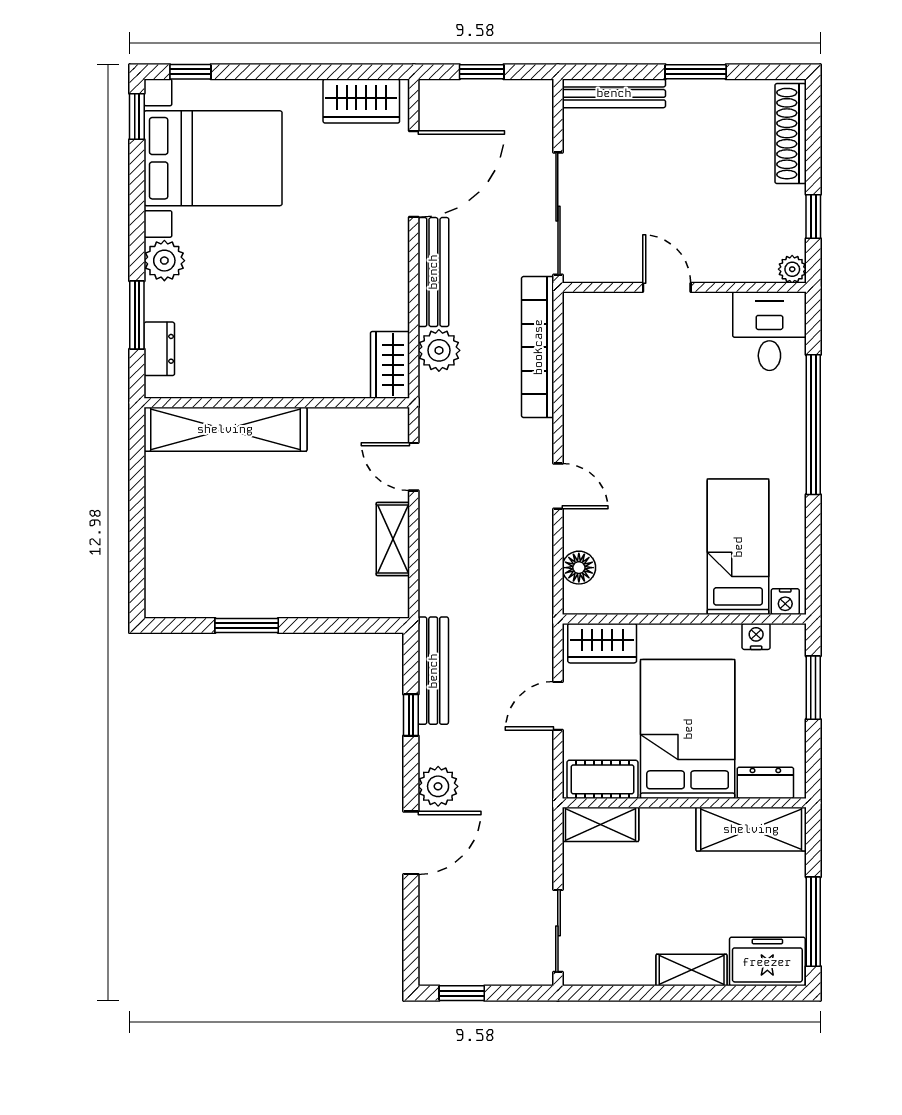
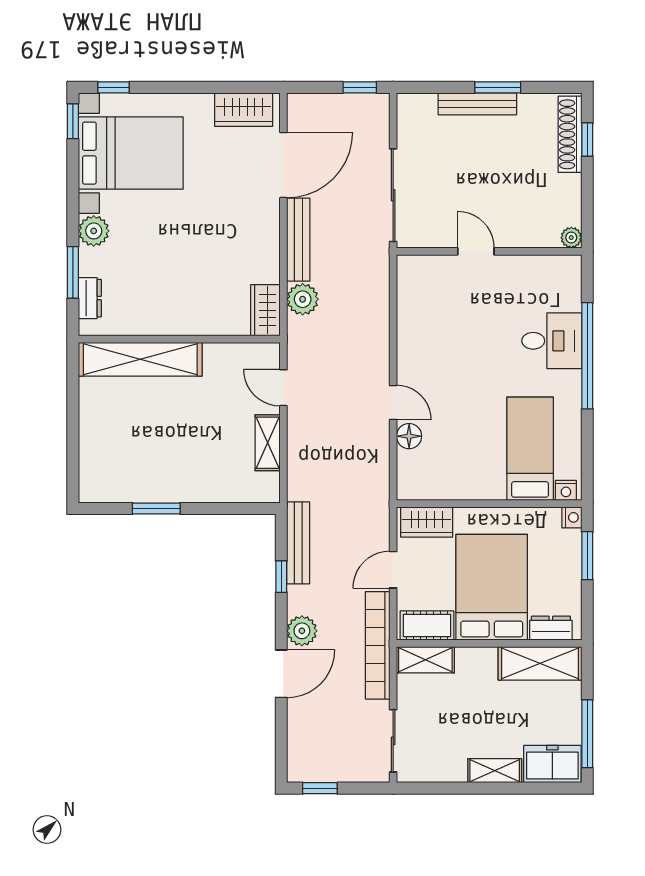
window: (482, 72) -> (360, 87), moved
bench: (614, 93) -> (477, 104), moved
window: (813, 216) -> (587, 140), moved
desk: (769, 331) -> (552, 341), moved, turned 90
bookcase: (538, 347) -> (378, 645), moved
floor lamp: (579, 568) -> (409, 436), moved
nightstand: (756, 636) -> (572, 517), moved, turned 90

